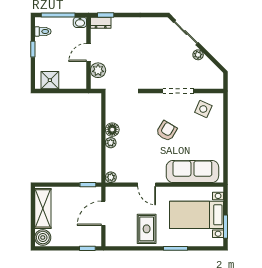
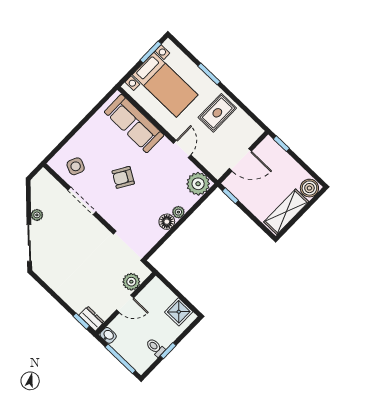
toilet: (43, 31) -> (155, 347), moved
plant: (111, 177) -> (198, 184), width x1.88, depth x1.88

